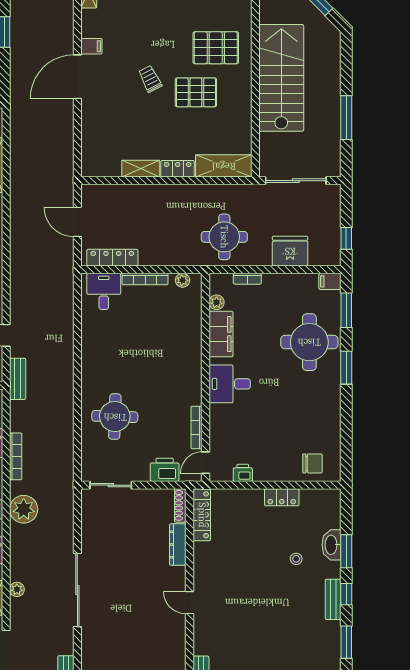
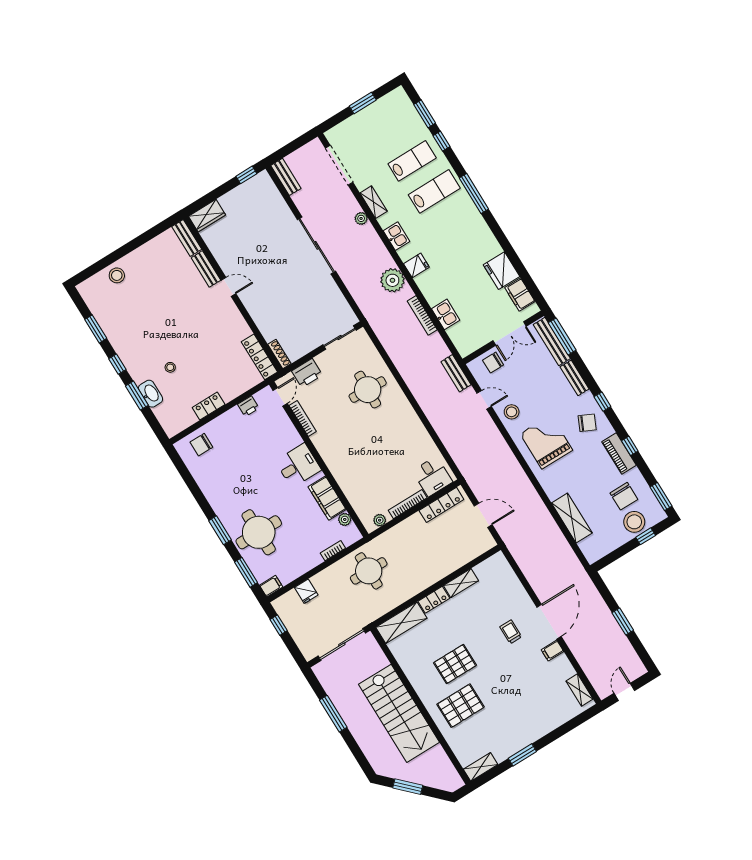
trolley: (150, 79) -> (511, 632), moved, turned -153
fridge: (290, 251) -> (306, 591), width x0.53, depth x0.75
dresser: (178, 545) -> (263, 324), removed
bench: (333, 599) -> (206, 269), moved

